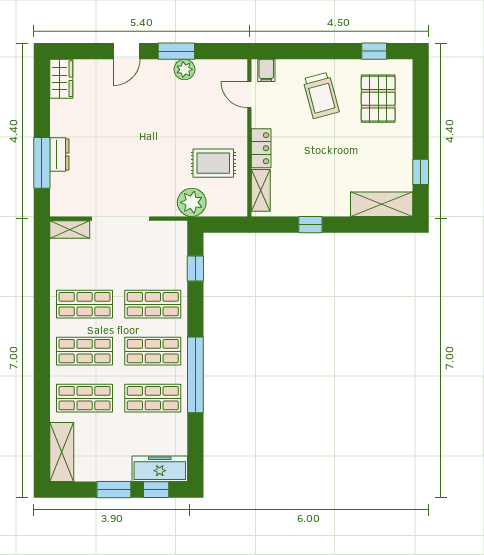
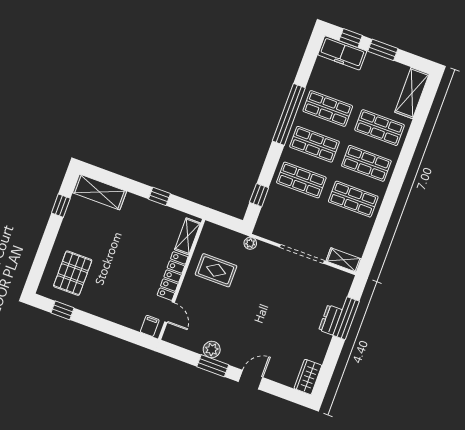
trolley: (321, 95) -> (115, 292), removed
locker: (261, 148) -> (173, 276), width x1.53
plant: (192, 202) -> (250, 243), width x0.53, depth x0.53

